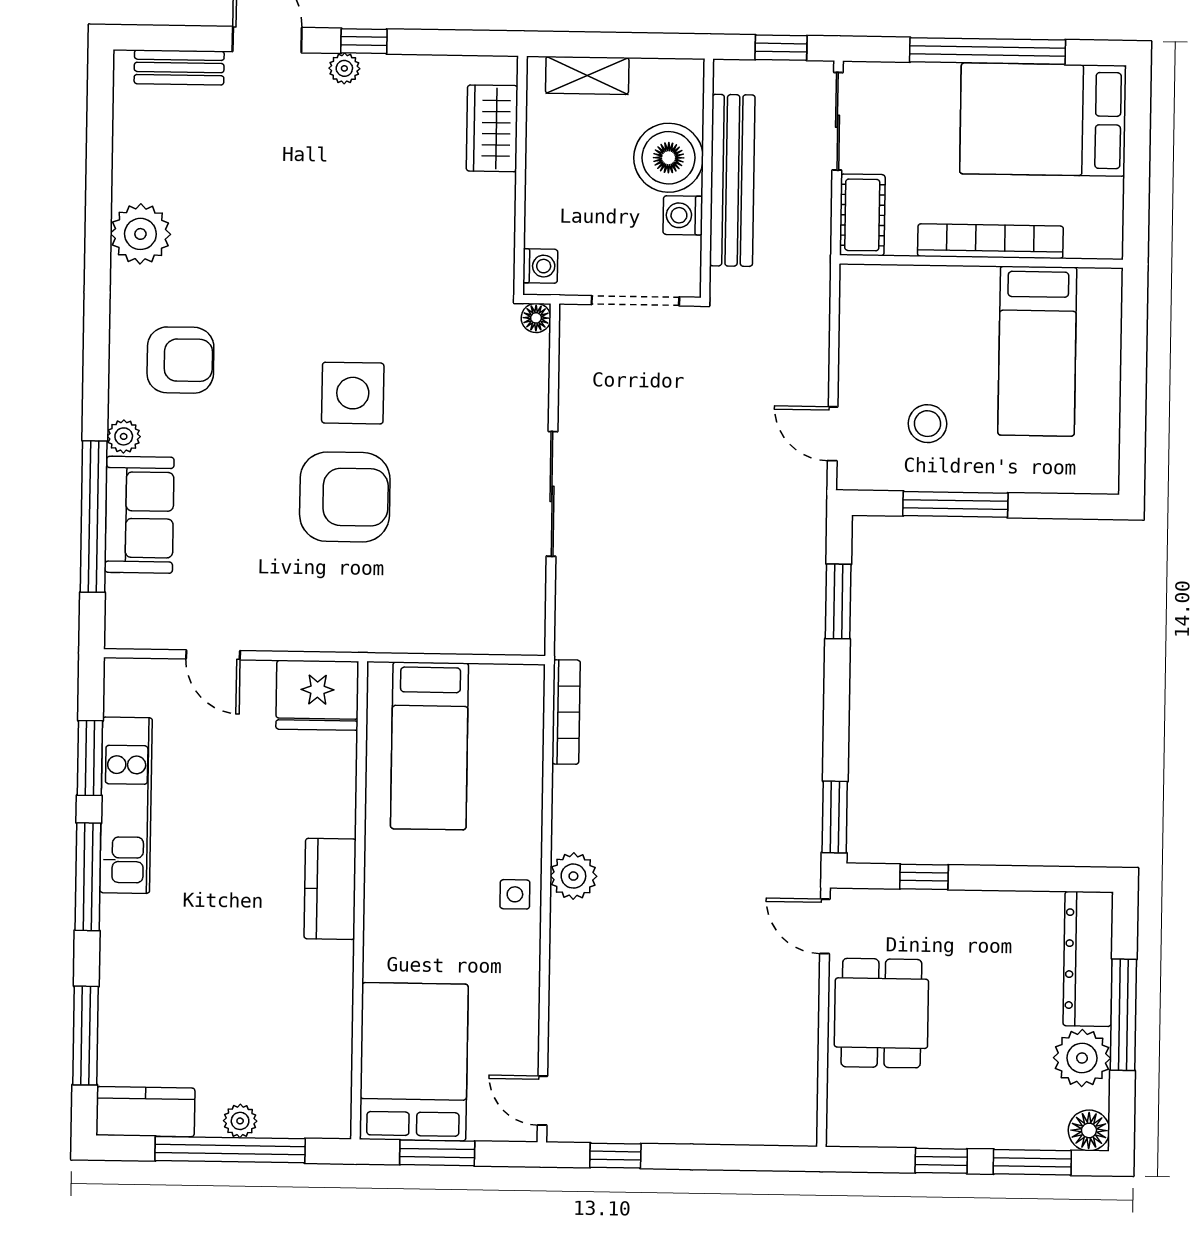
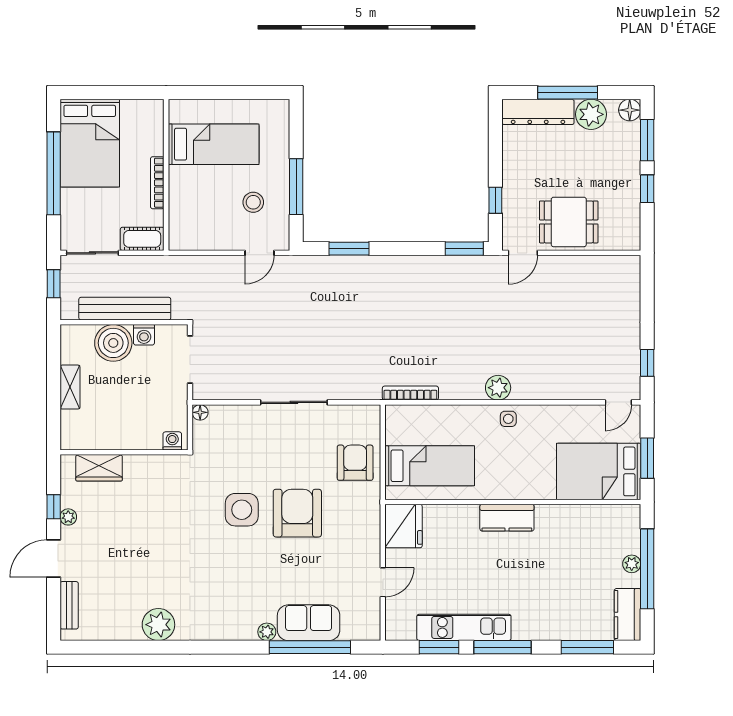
wardrobe: (492, 128) -> (99, 468), moved
wall: (521, 175) -> (124, 452), moved
bookcase: (990, 241) -> (157, 183), width x0.68, depth x0.76
washing machine: (540, 266) -> (172, 441), moved
armchair: (180, 360) -> (355, 463), moved

